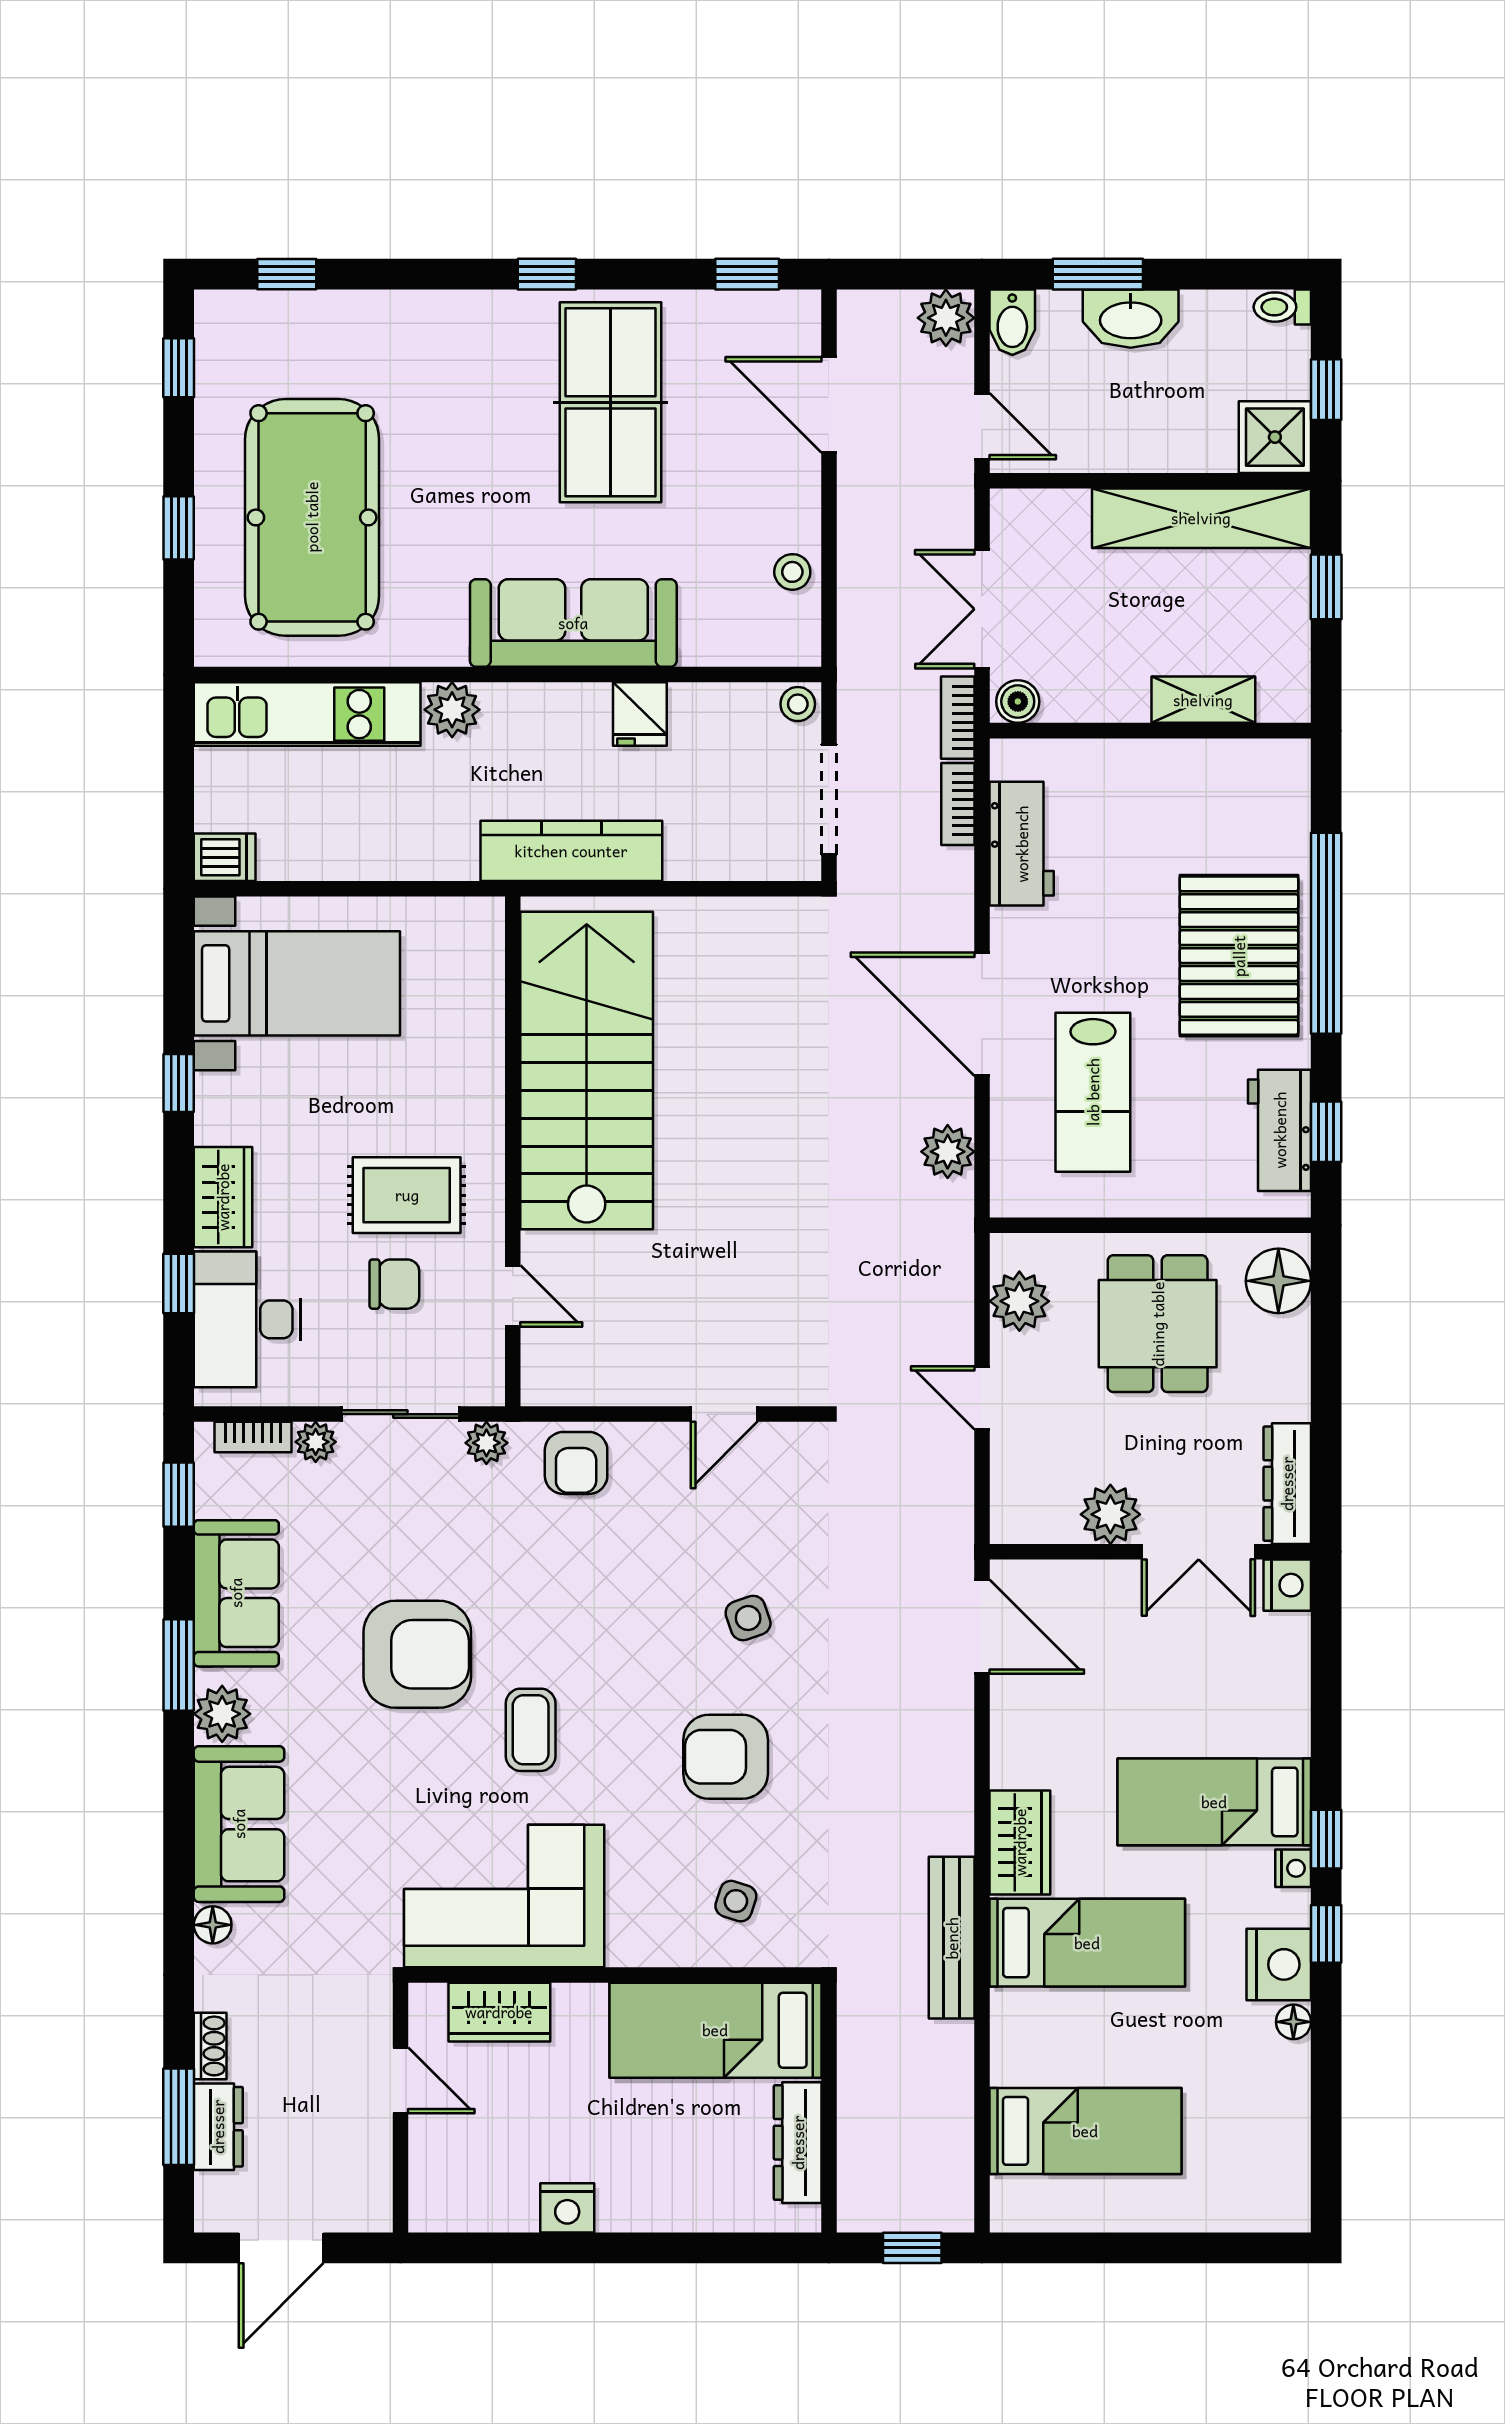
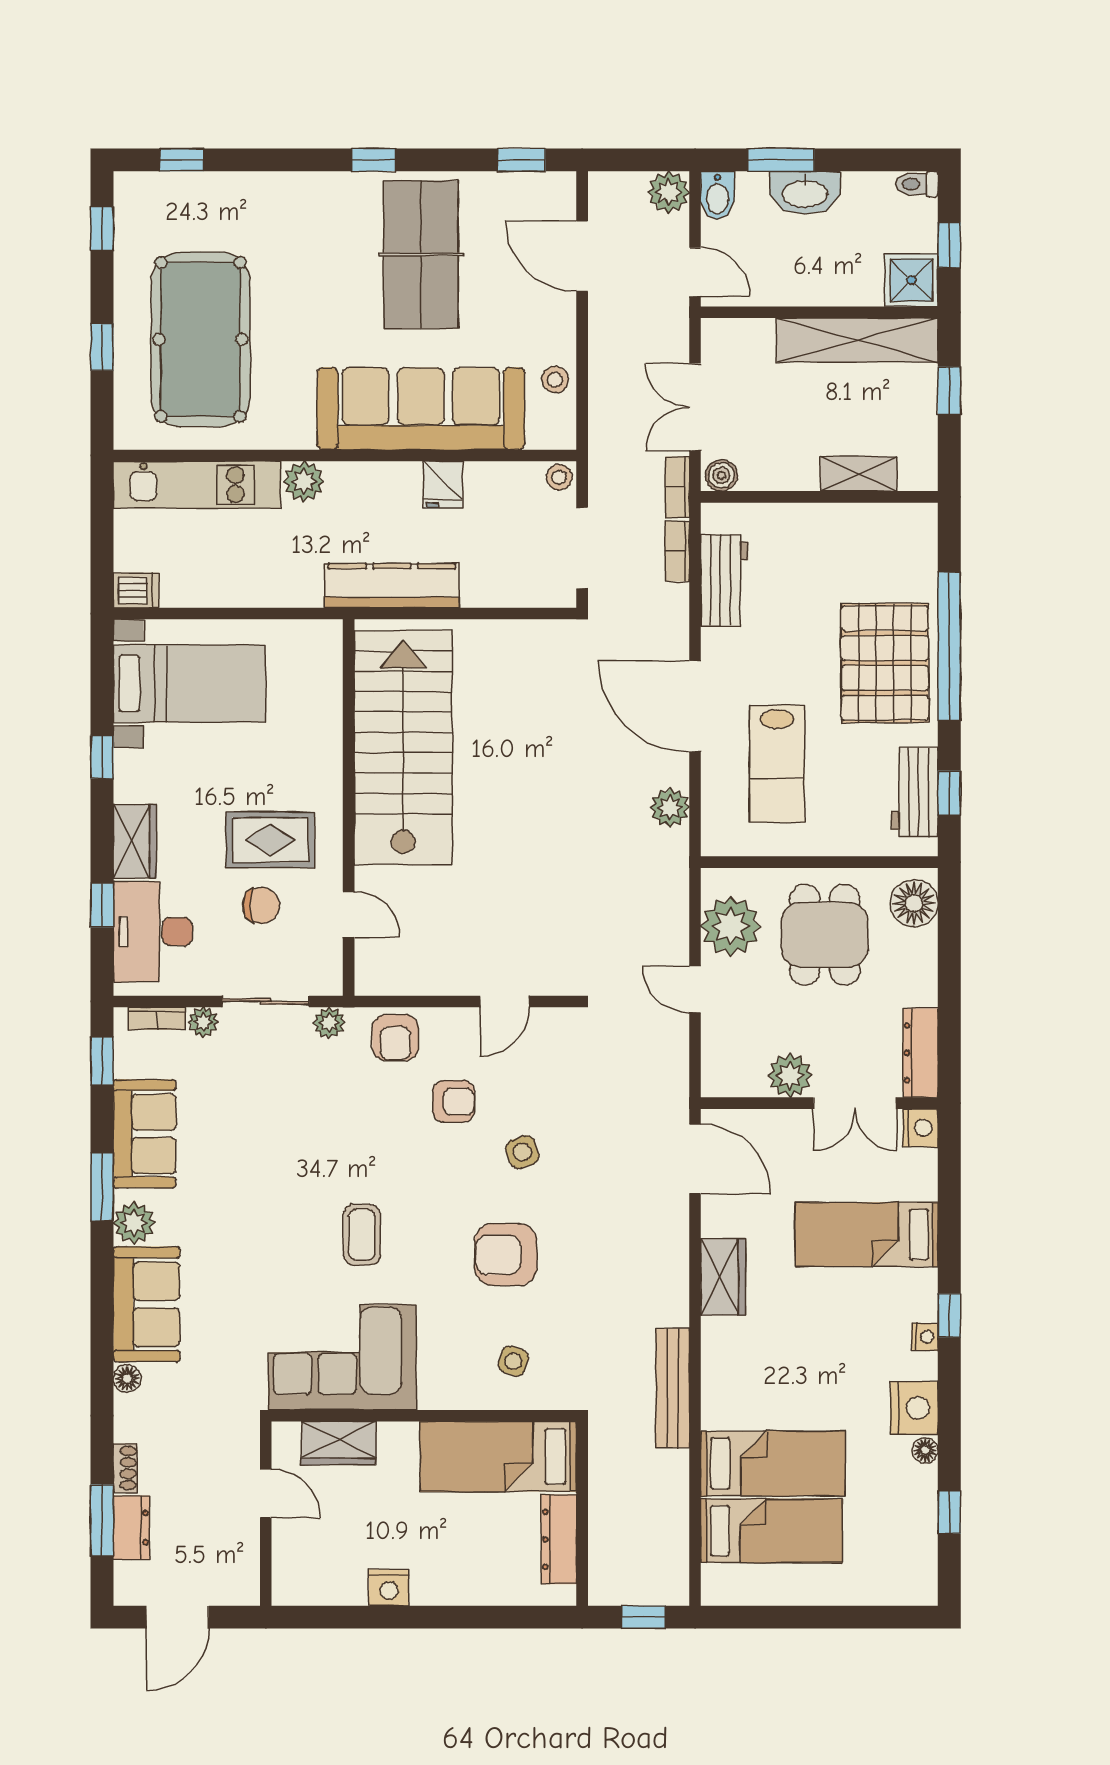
sofa: (573, 623) -> (421, 409), width x1.36, depth x1.27
plant: (1019, 1301) -> (731, 926), width x1.36, depth x1.36
armchair: (417, 1654) -> (454, 1101), moved, width x0.53, depth x0.53
bed: (1214, 1802) -> (867, 1235), moved
wardrobe: (1020, 1842) -> (723, 1277), moved
window: (1326, 1934) -> (949, 1512), moved
bed: (1087, 1943) -> (773, 1463), moved

